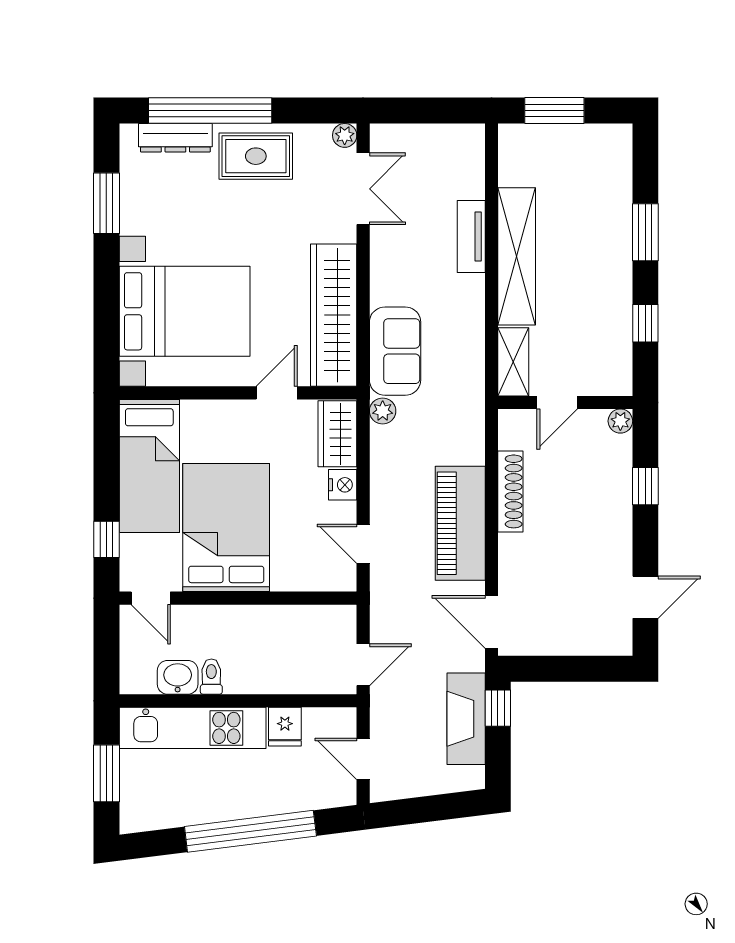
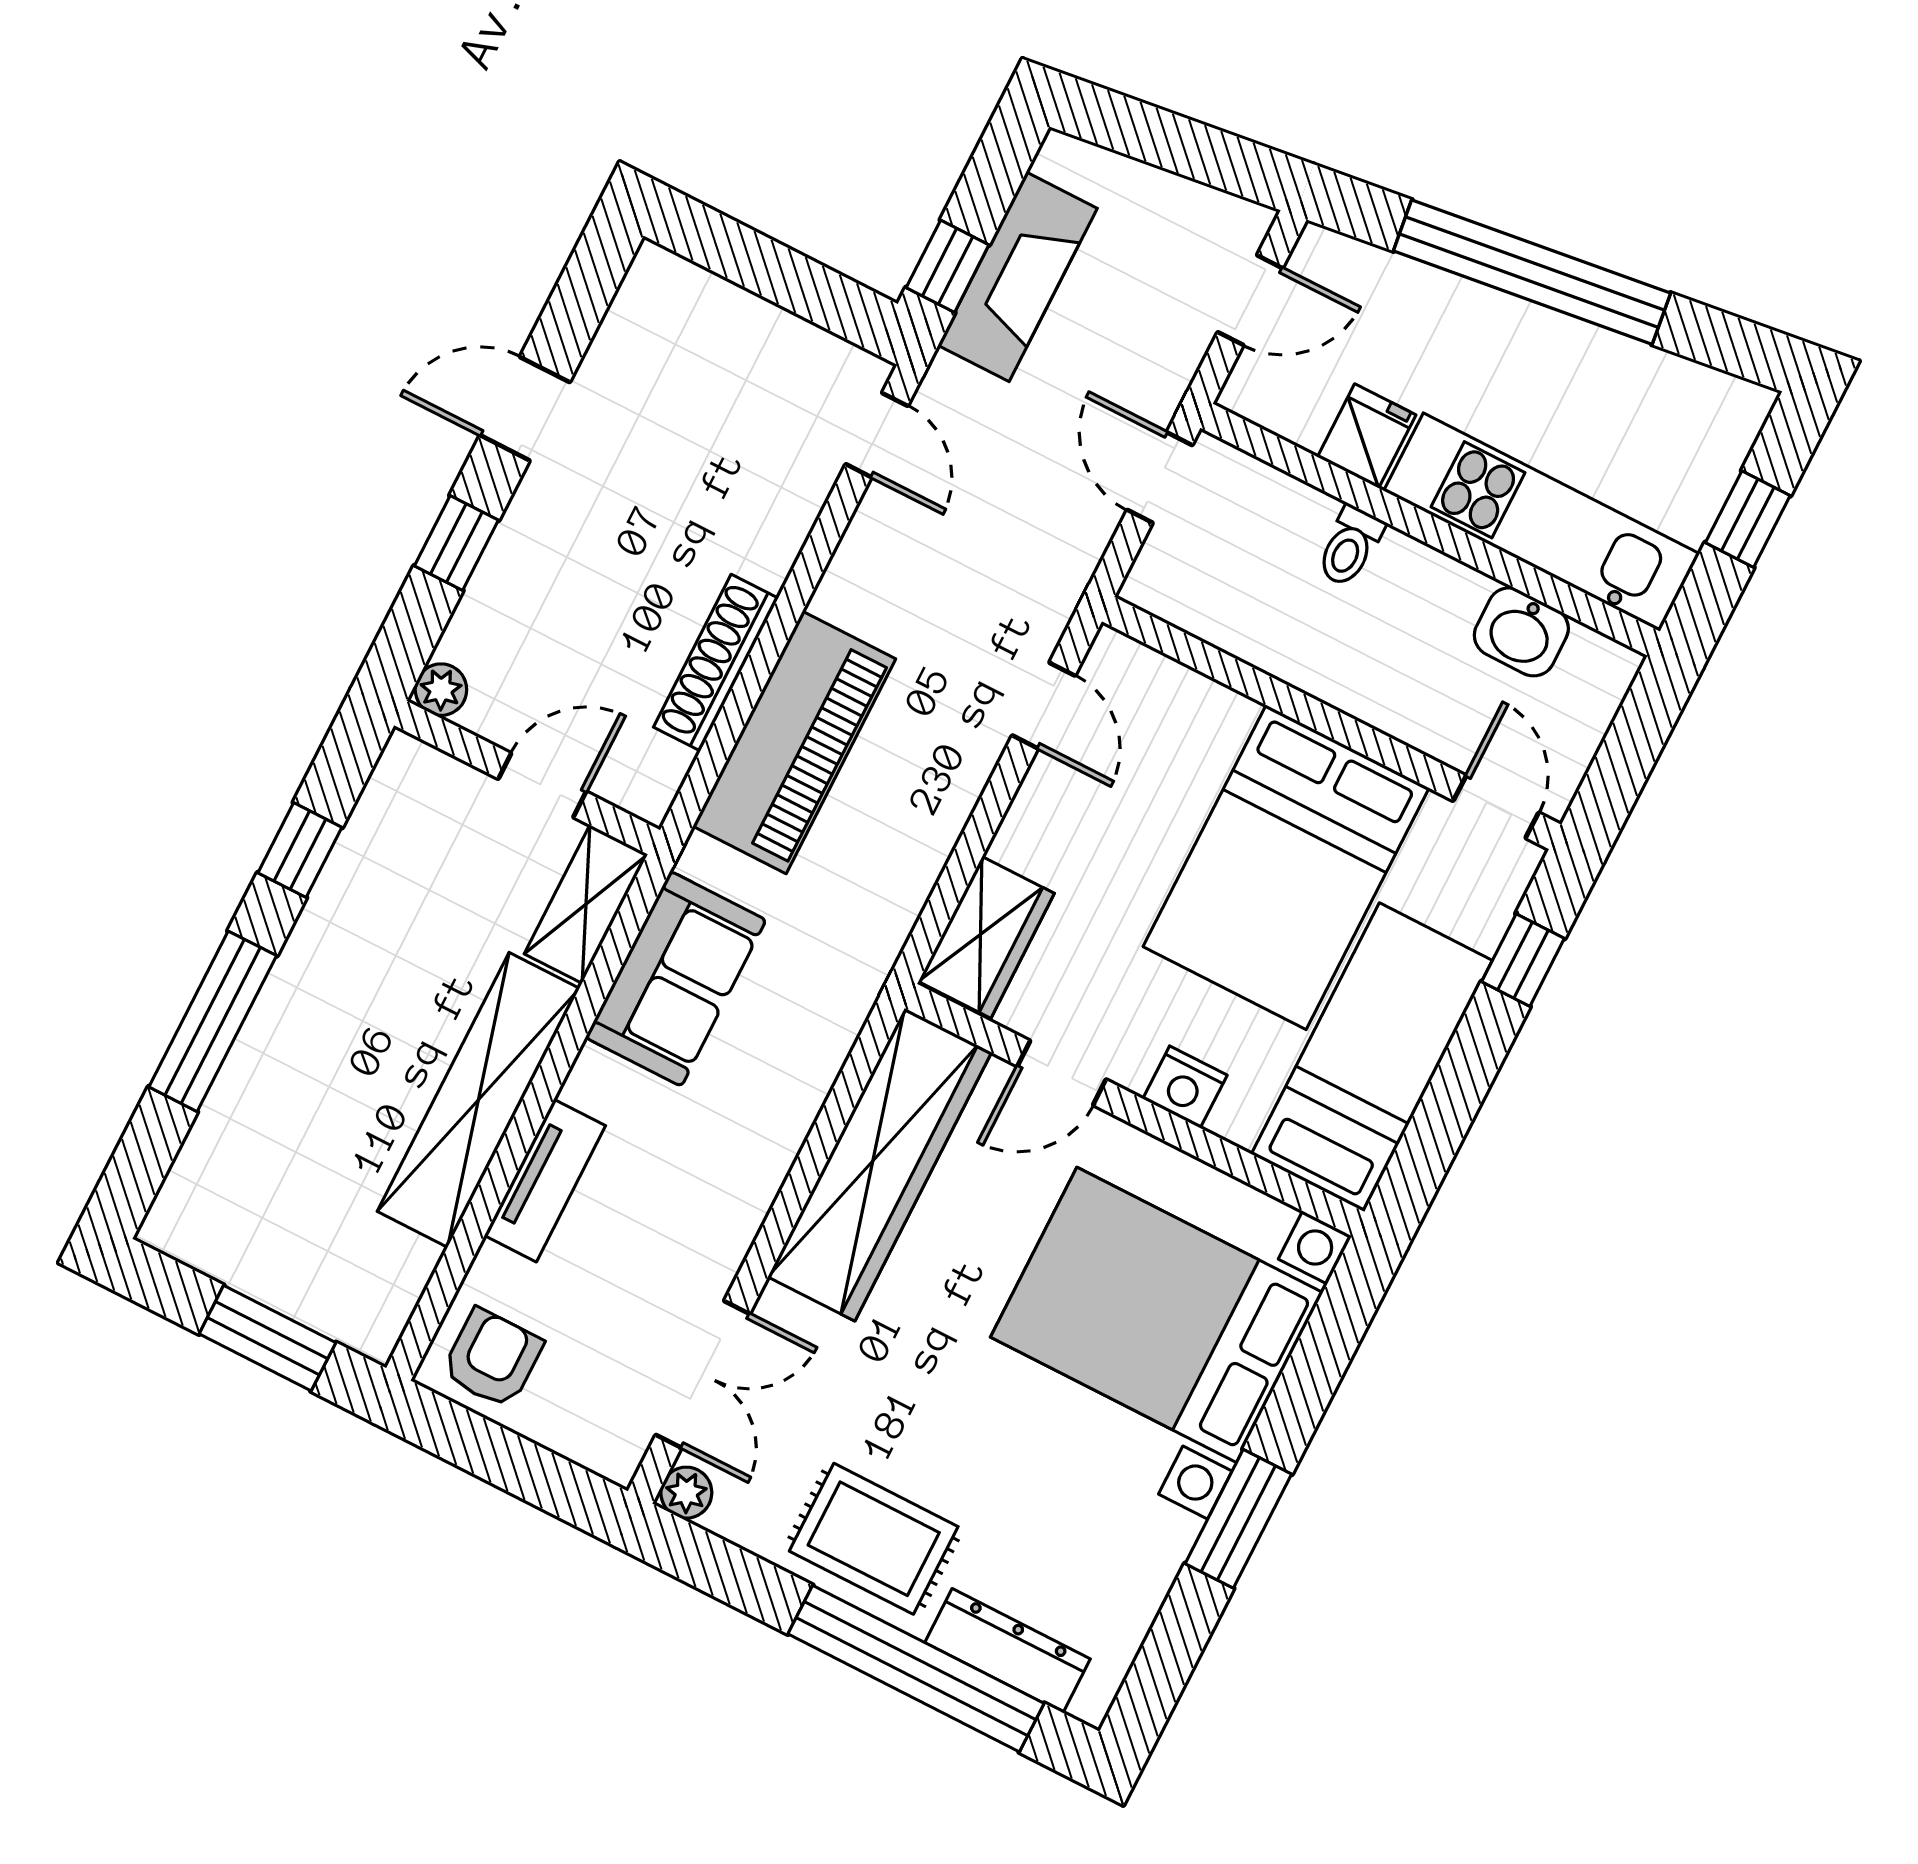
armchair: (455, 150) -> (492, 1358), added
double door: (363, 189) -> (703, 1374), swing flipped
window: (106, 203) -> (1238, 1519), moved
window: (645, 232) -> (213, 1021), width x1.44
sofa: (395, 351) -> (676, 979), moved, turned 180
plant: (383, 411) -> (879, 937), removed
nightstand: (343, 485) -> (1185, 1087), moved, turned -90
piano: (460, 523) -> (794, 743), moved
door: (645, 597) -> (525, 409), moved
door: (491, 622) -> (877, 435), width x0.73
door: (363, 665) -> (1160, 478), hinge flipped
toilet: (211, 677) -> (1350, 546), moved
door: (363, 759) -> (1250, 300), hinge flipped
window: (106, 773) -> (1748, 519), width x0.67

